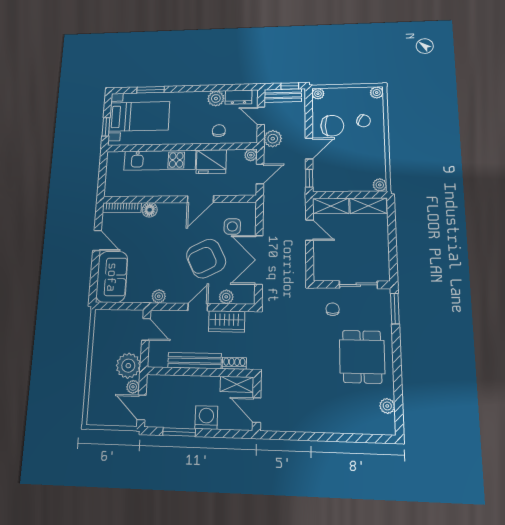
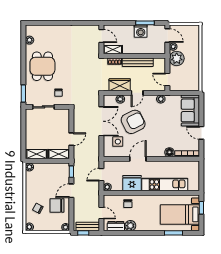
plant: (273, 139) -> (94, 198), removed
door: (310, 230) -> (71, 139), swing flipped
washing machine: (206, 417) -> (141, 31), moved

